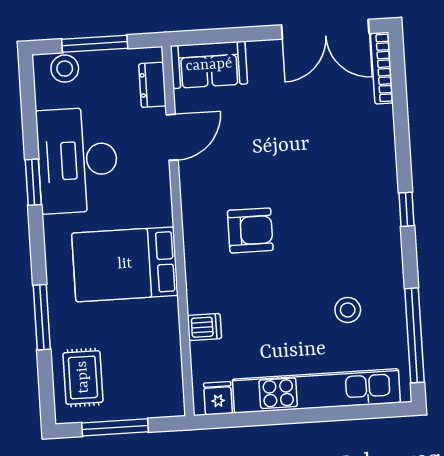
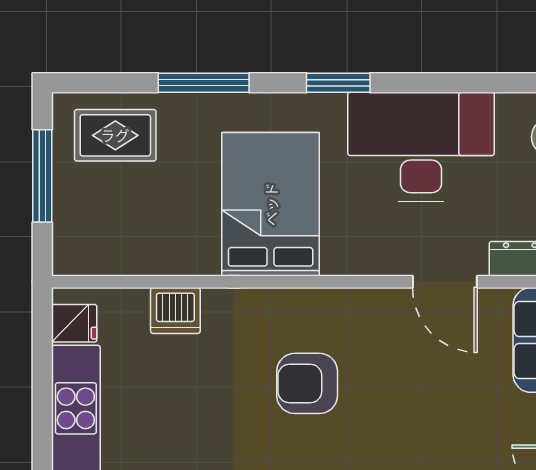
window: (33, 182) -> (338, 83), moved
armchair: (250, 230) -> (307, 383), turned 90
dishwasher: (204, 327) -> (175, 311), width x1.38

